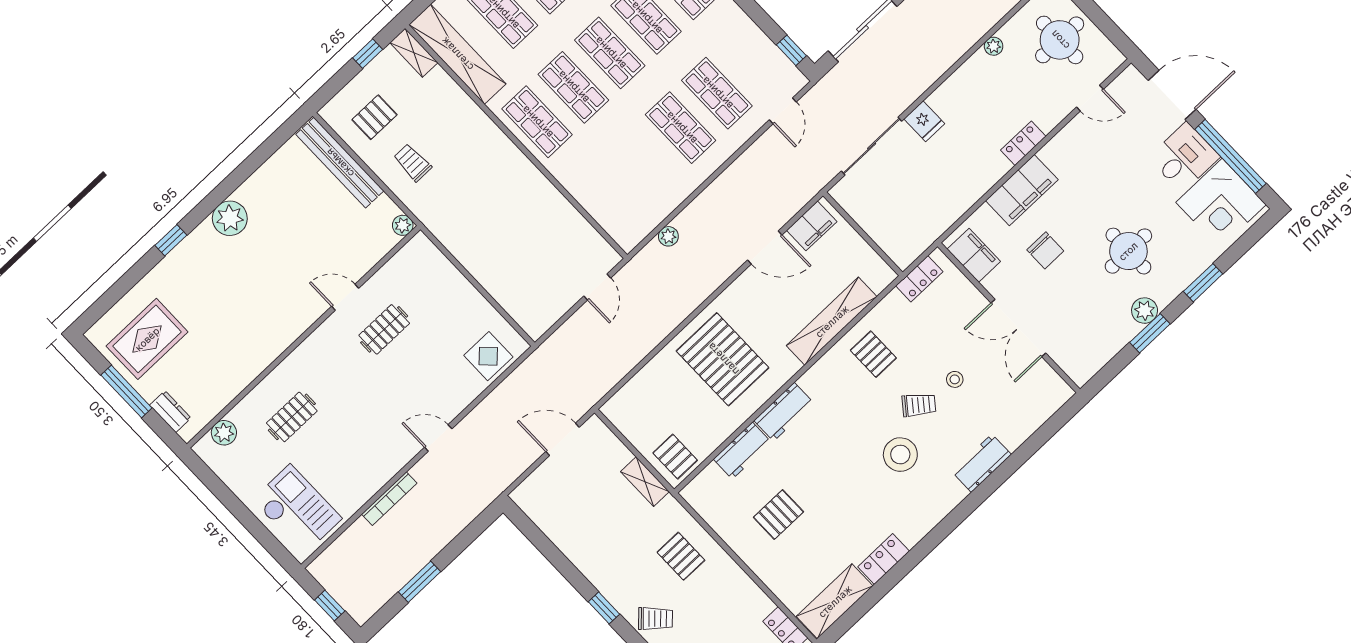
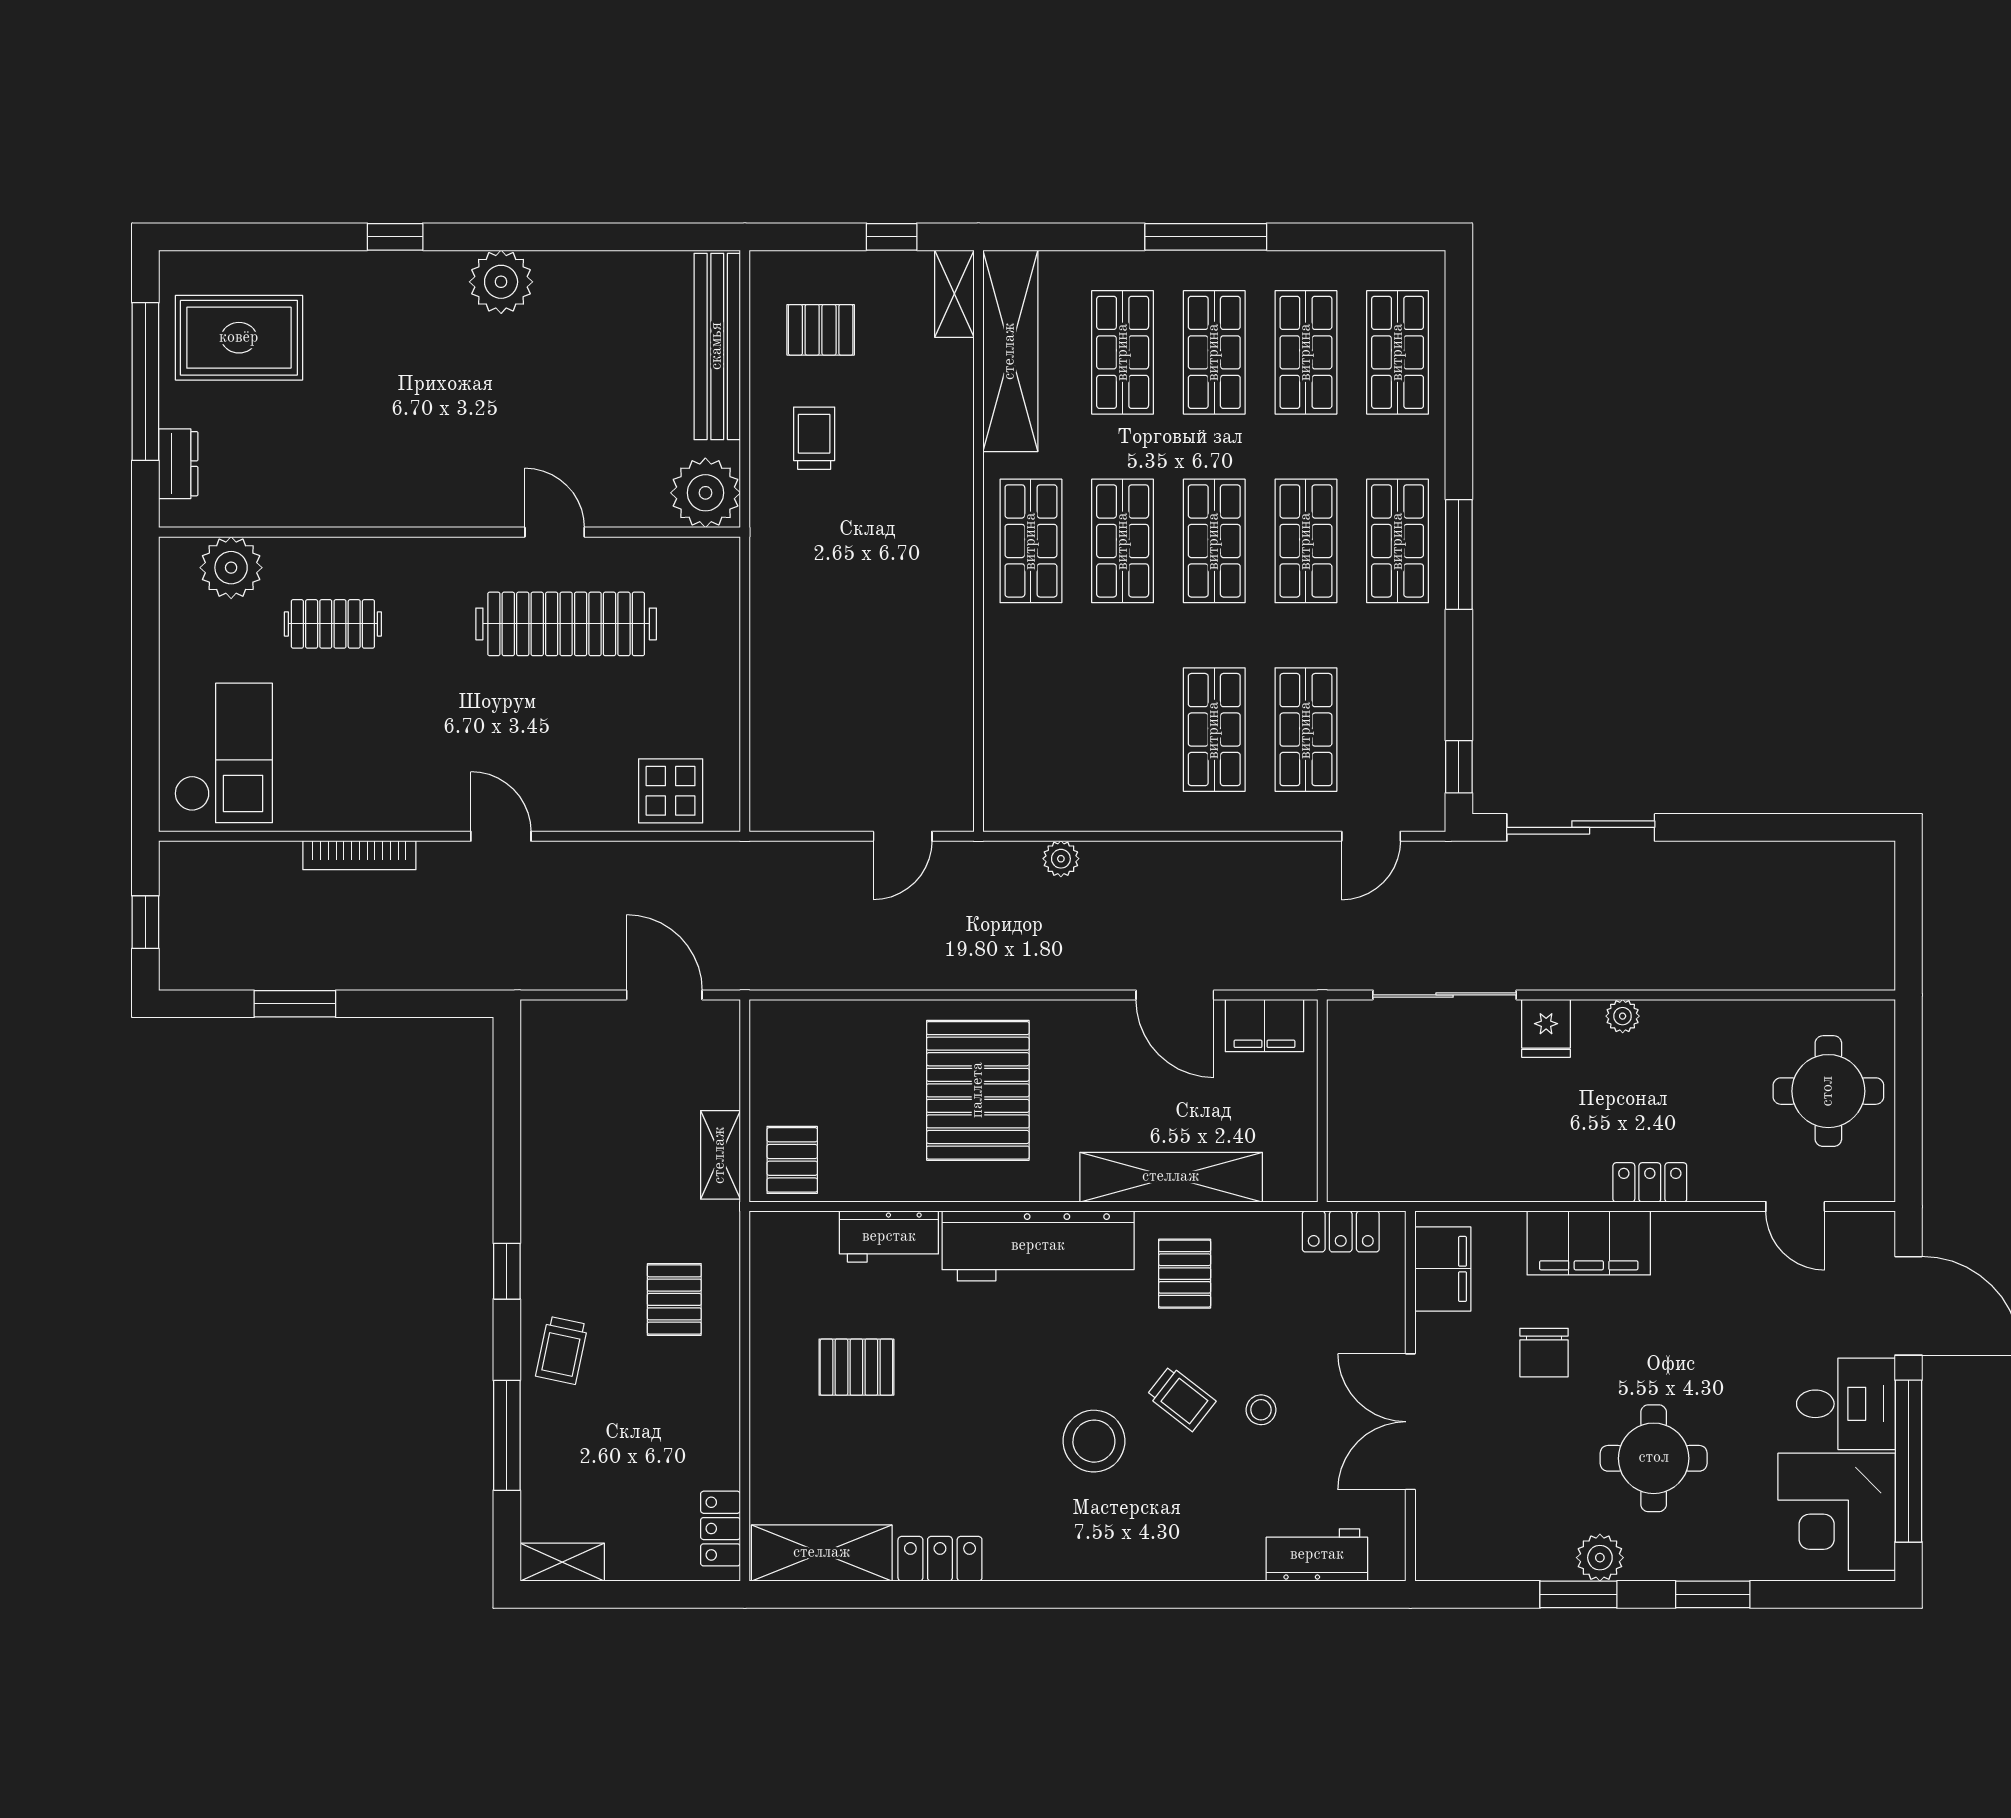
plant: (994, 46) -> (1623, 1016), moved
plant: (403, 225) -> (705, 493), width x1.87, depth x1.87
clothes rail: (384, 329) -> (566, 624), width x1.86, depth x1.31
window: (126, 391) -> (145, 382), width x1.46
workbench: (784, 412) -> (1038, 1246), width x1.87, depth x1.32
plant: (224, 433) -> (231, 568), width x1.36, depth x1.36
workbench: (982, 463) -> (1317, 1555), moved
trolley: (655, 619) -> (562, 1350), turned 58

